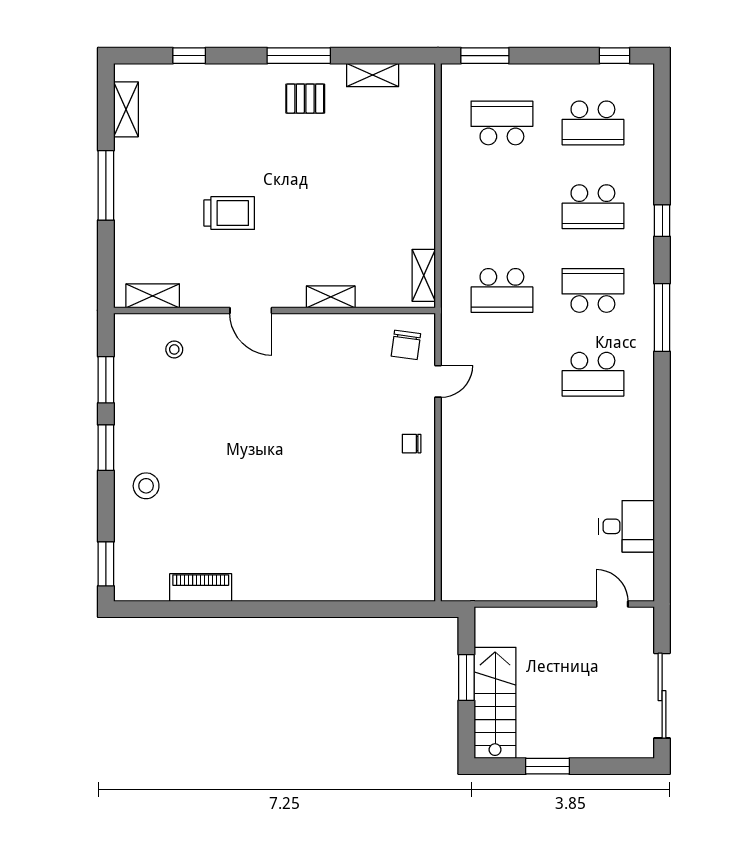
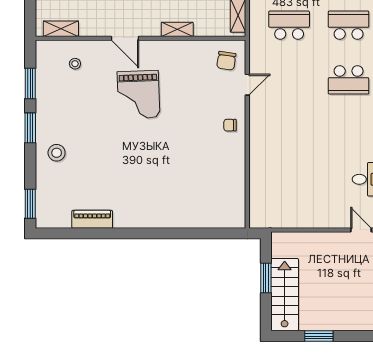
school desk: (502, 290) -> (289, 25), turned 180
grand piano: (271, 397) -> (139, 95), added

